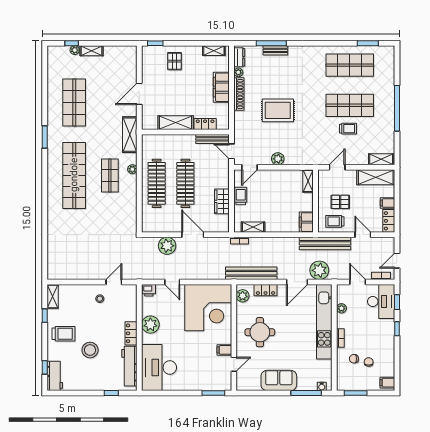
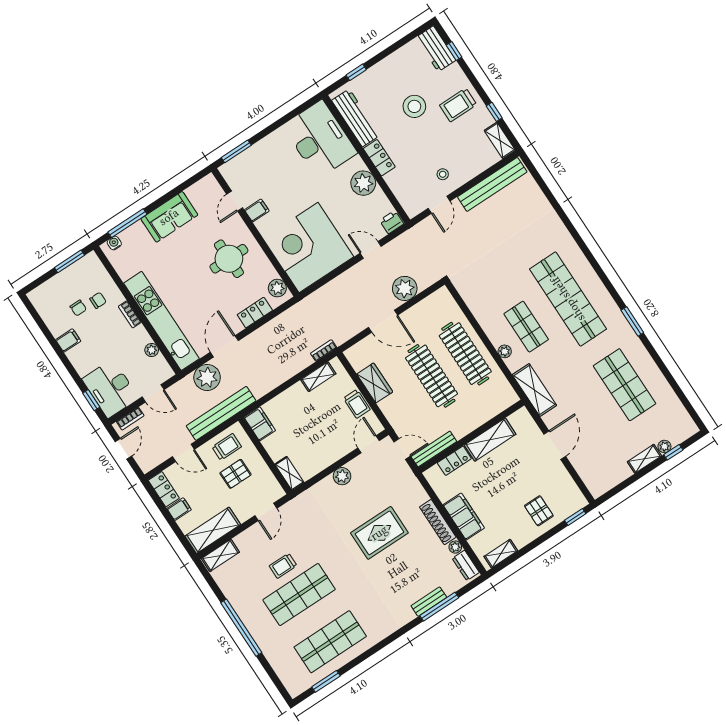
bench: (251, 273) -> (492, 184), moved
window: (397, 329) -> (71, 369), removed
filing cabinet: (387, 383) -> (68, 340), moved

